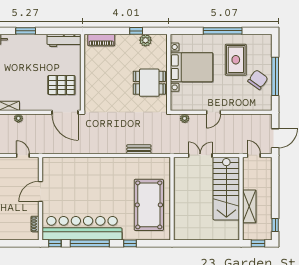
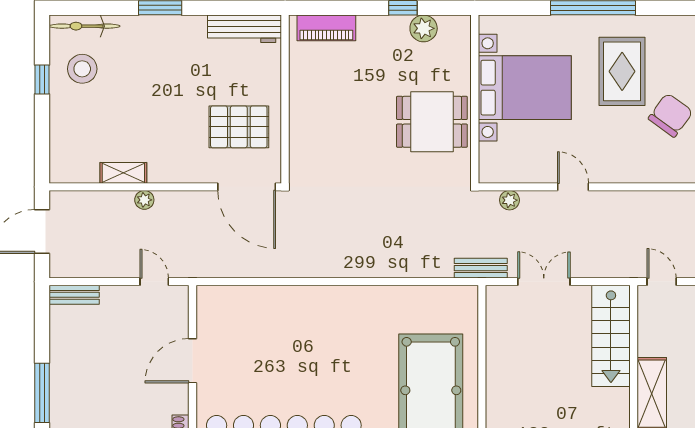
door: (213, 112) -> (573, 187), swing flipped
bench: (139, 149) -> (481, 268), moved
stairs: (226, 189) -> (611, 336), width x0.73, depth x0.66

